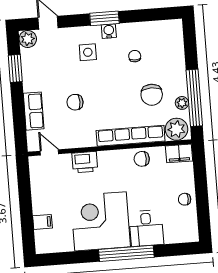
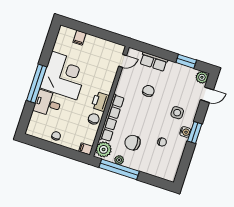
filing cabinet: (179, 153) -> (86, 149), width x0.50
printer: (85, 162) -> (100, 102), moved

